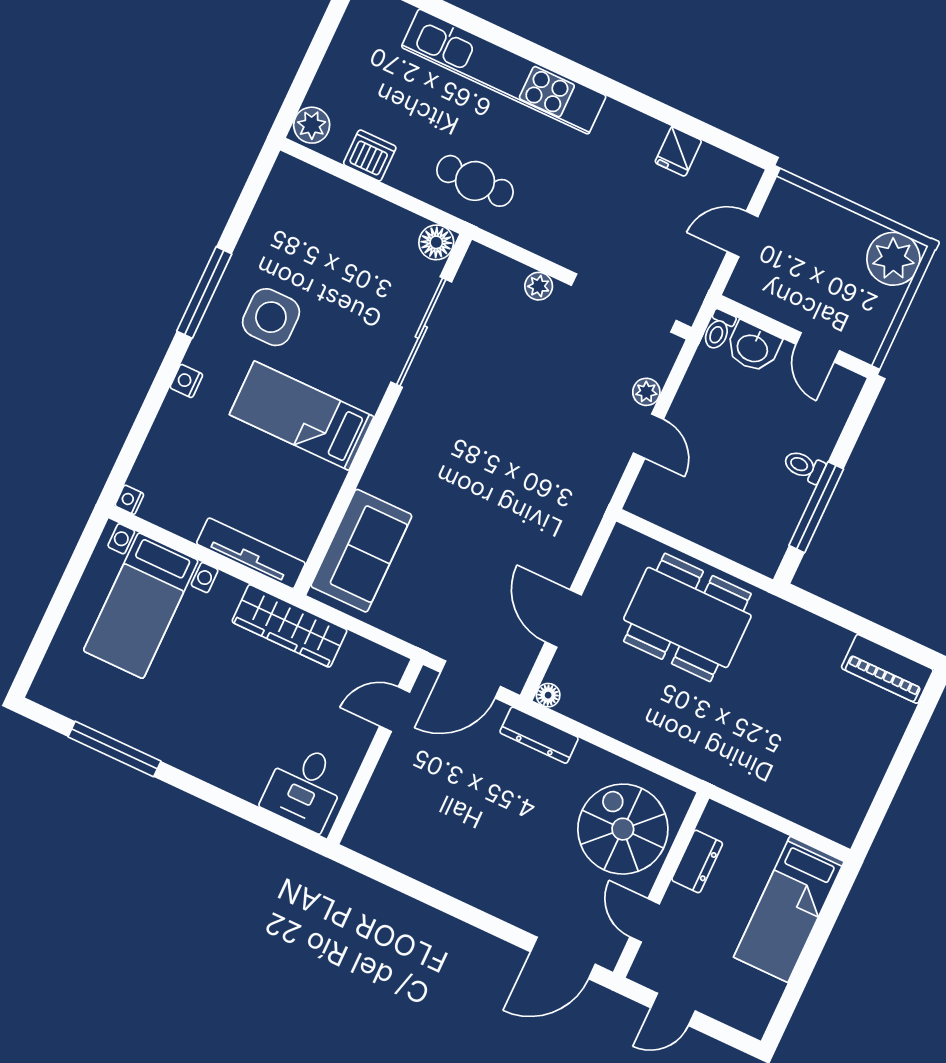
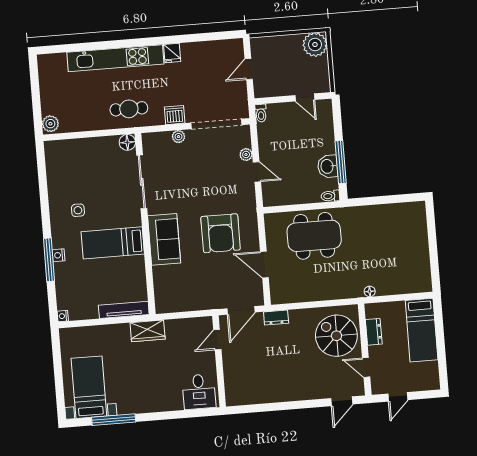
fridge: (678, 151) -> (172, 53), moved
dishwasher: (370, 155) -> (175, 115), moved
window: (204, 292) -> (49, 260), moved
side table: (271, 317) -> (78, 210), width x0.54, depth x0.54
washbasin: (753, 347) -> (328, 166), moved, turned 90
toilet: (804, 466) -> (330, 196), moved
armchair: (514, 513) -> (221, 233), added
sofa: (361, 551) -> (164, 239), moved
bed with nightstands: (141, 606) -> (89, 387), moved, turned 180
wardrobe: (289, 626) -> (148, 331), width x0.67
piano: (887, 669) -> (406, 211), removed
floor lamp: (548, 695) -> (370, 291), moved
dresser: (539, 735) -> (276, 318), width x0.70
door: (563, 958) -> (342, 401), width x0.73

